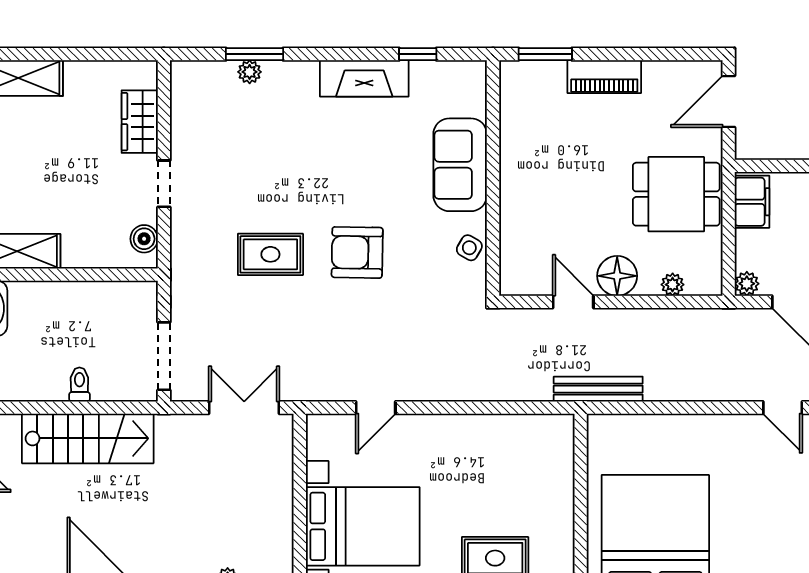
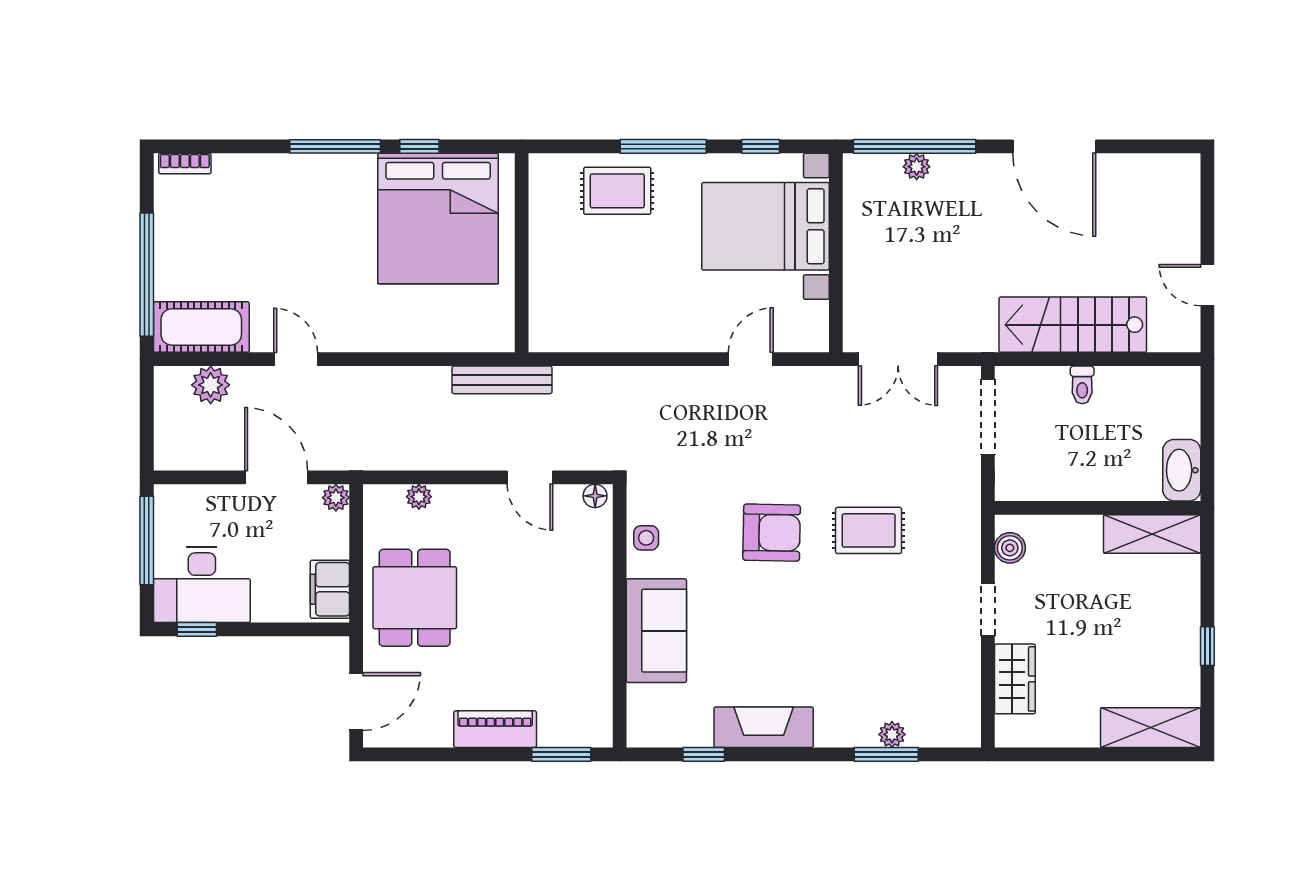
dining table: (676, 194) -> (415, 598), turned 90
side table: (469, 248) -> (646, 538), turned -30
floor lamp: (617, 276) -> (595, 496), moved, width x0.53, depth x0.53

